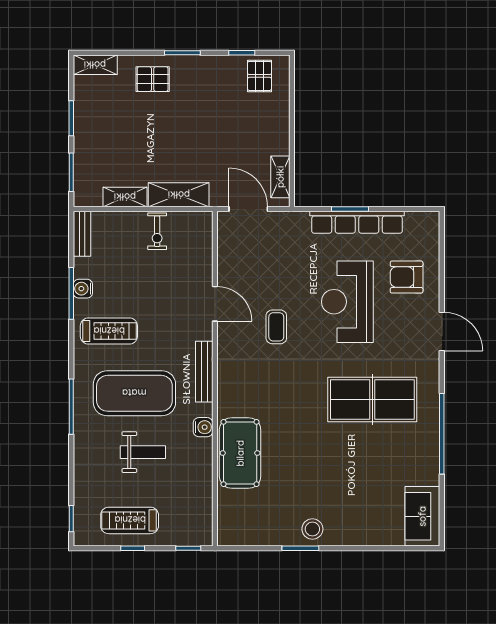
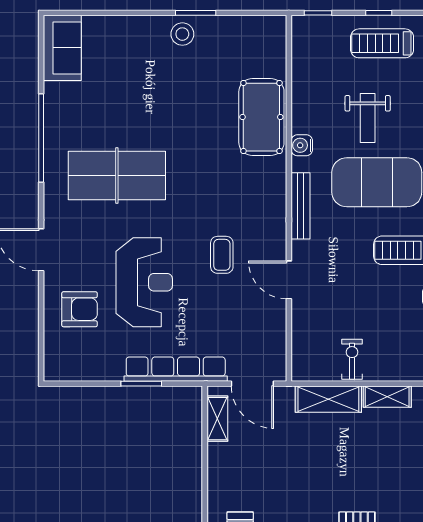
row of seats: (357, 222) -> (176, 369), moved
weight bench: (143, 452) -> (368, 118), turned -90
treadmill: (130, 520) -> (382, 43), turned 180

